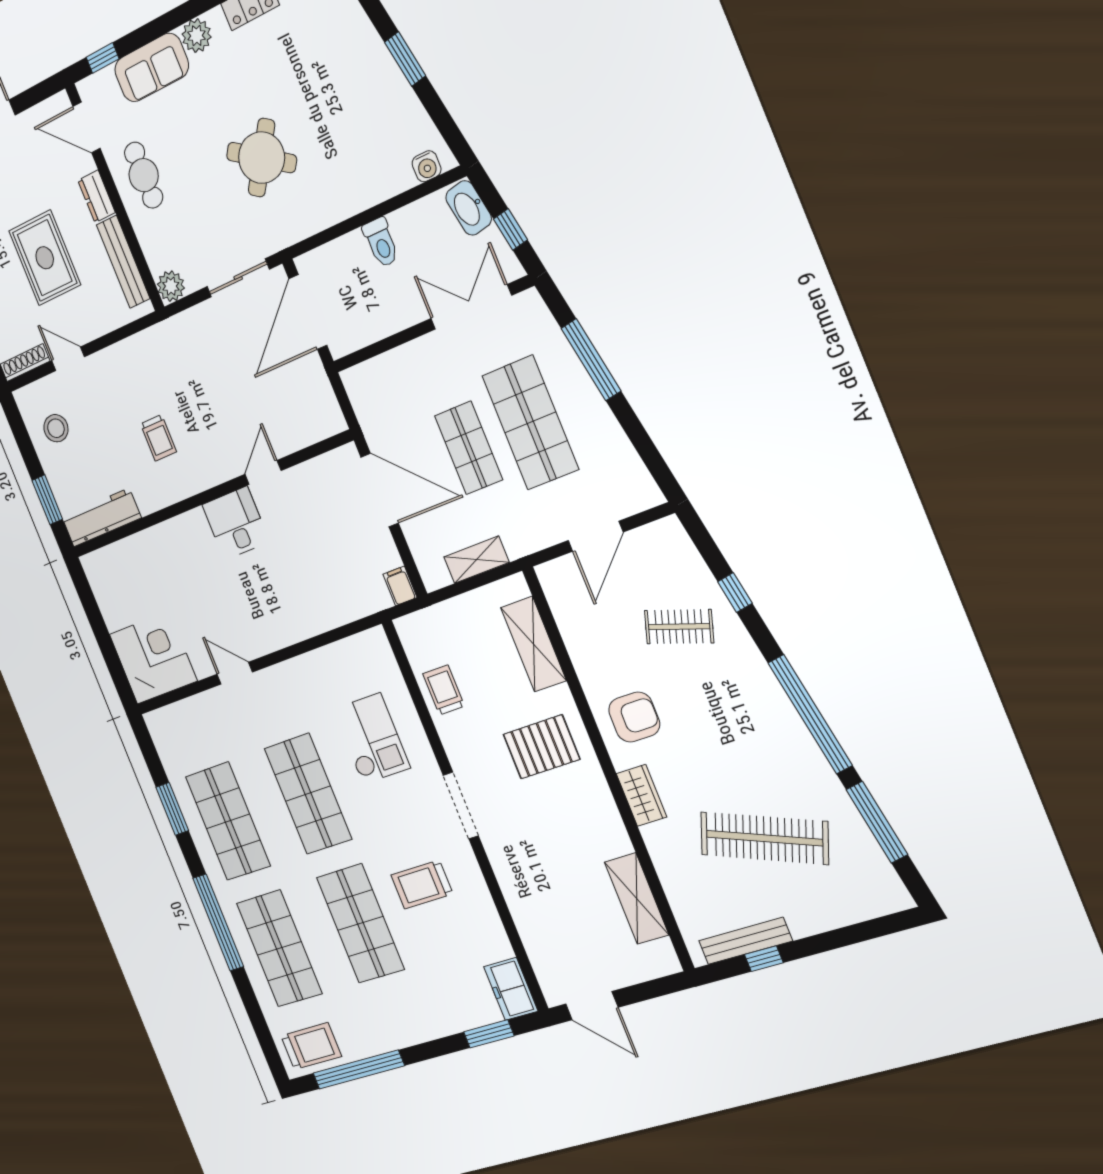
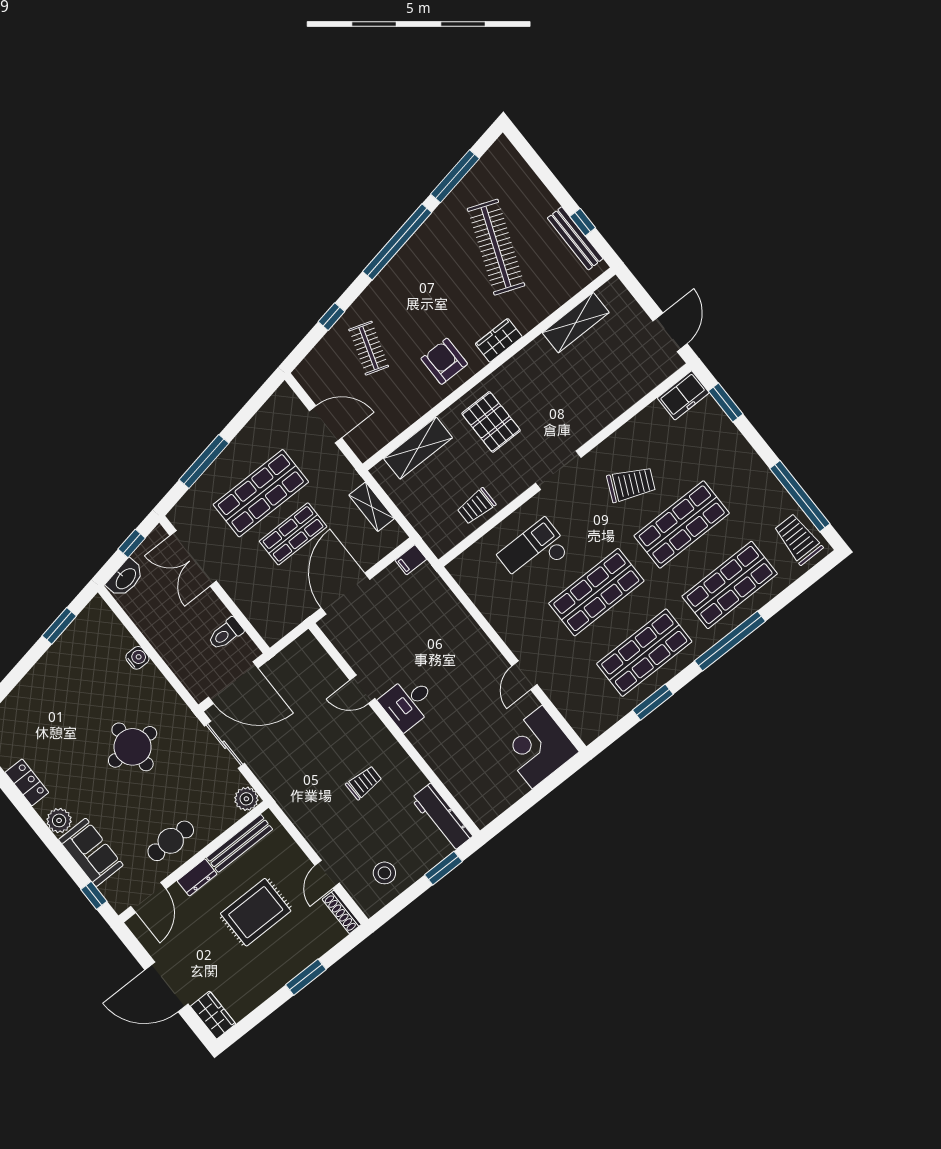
window: (405, 59) -> (59, 626), moved
round table: (262, 158) -> (133, 747), turned -34
water cooler: (427, 166) -> (137, 658), moved
toilet: (381, 242) -> (226, 634), moved, turned 180
trolley: (422, 884) -> (631, 484), turned -65

